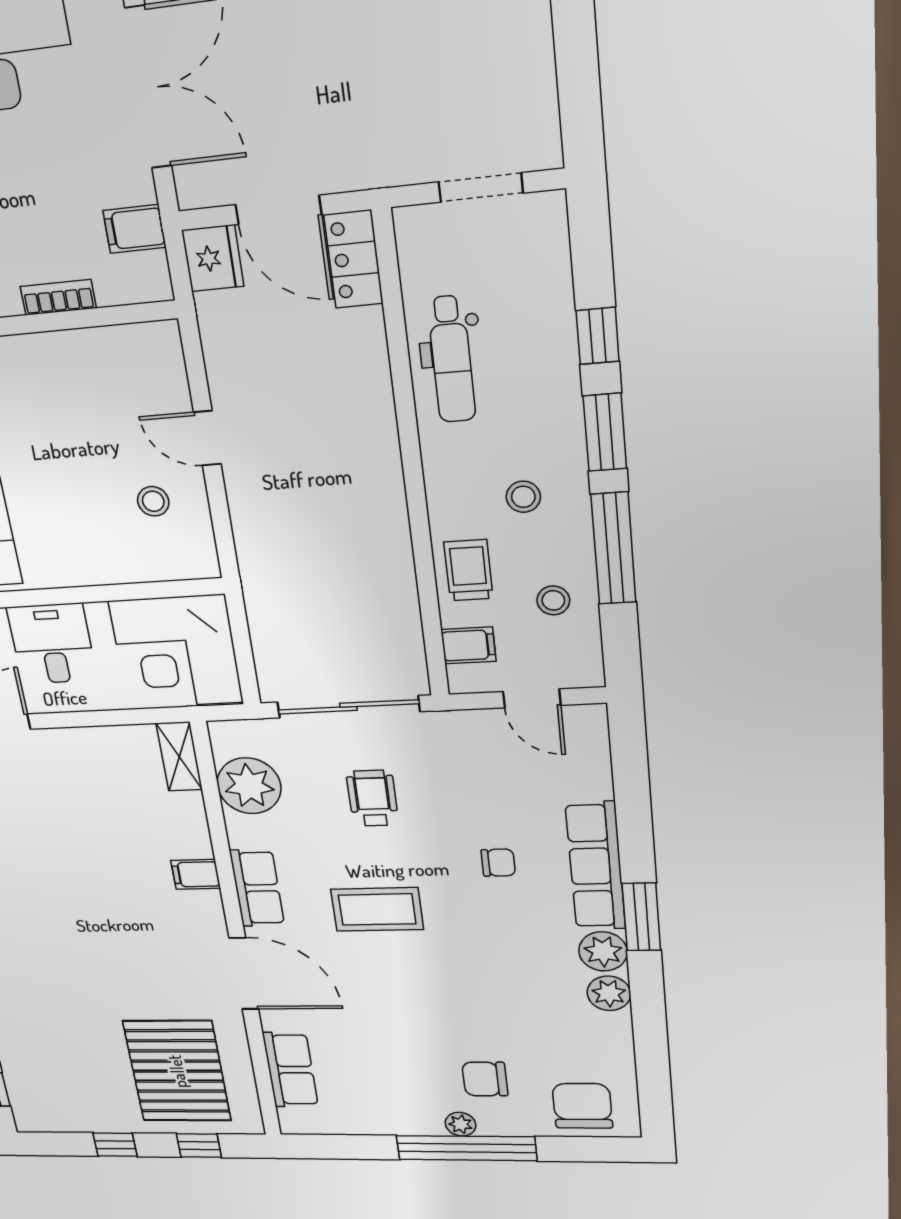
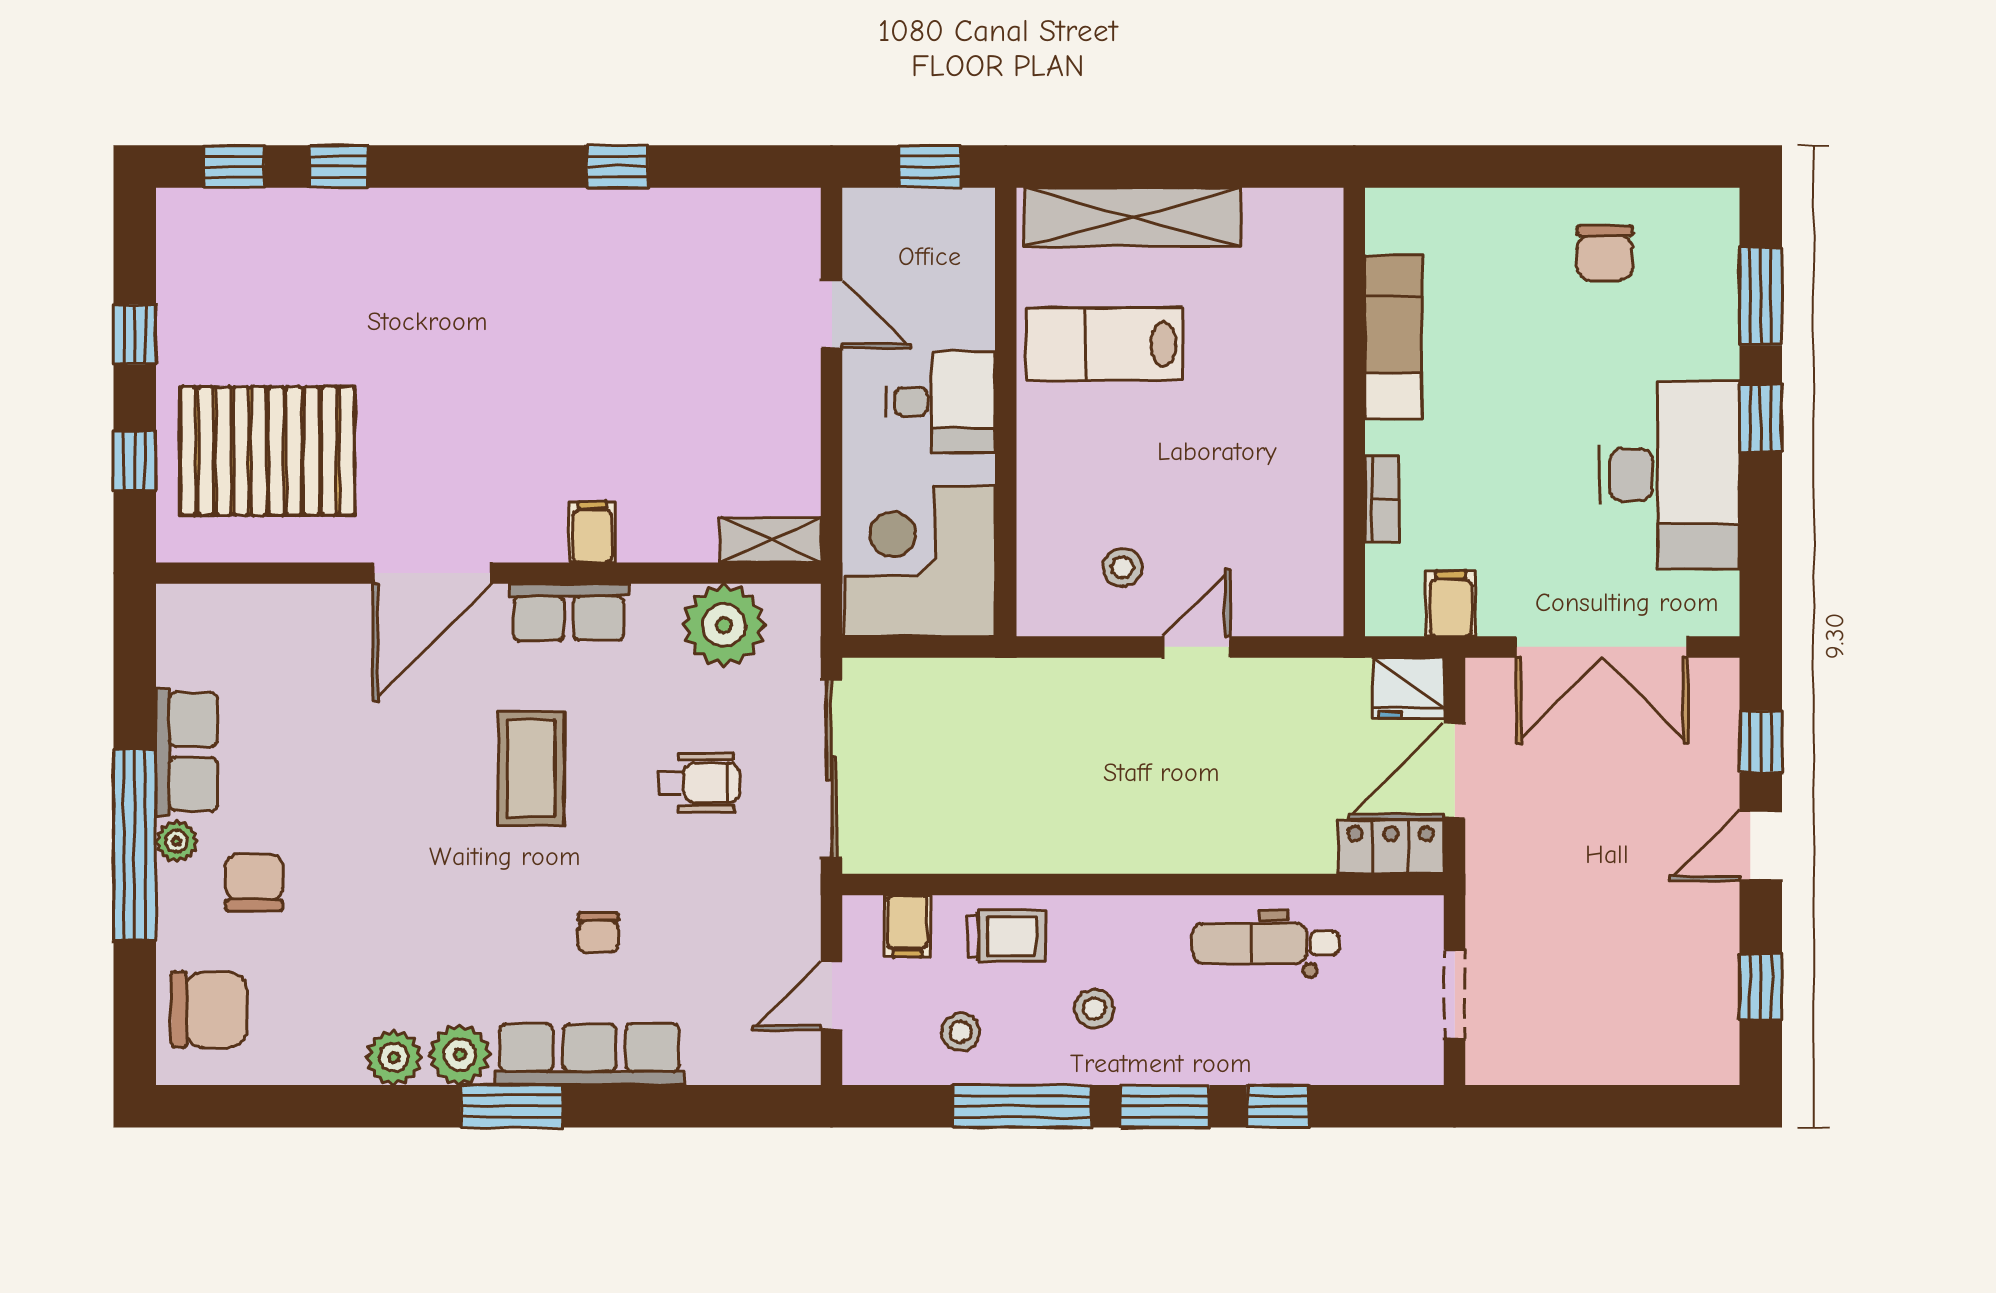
row of seats: (290, 1070) -> (187, 752), moved, turned -90

